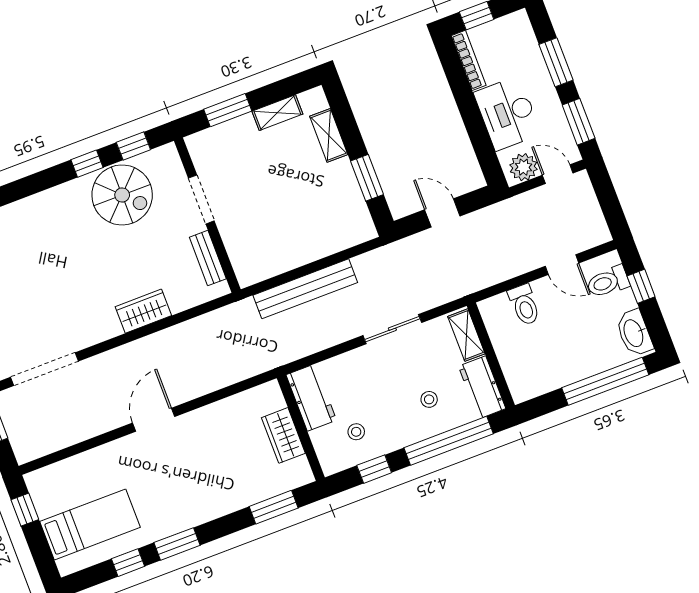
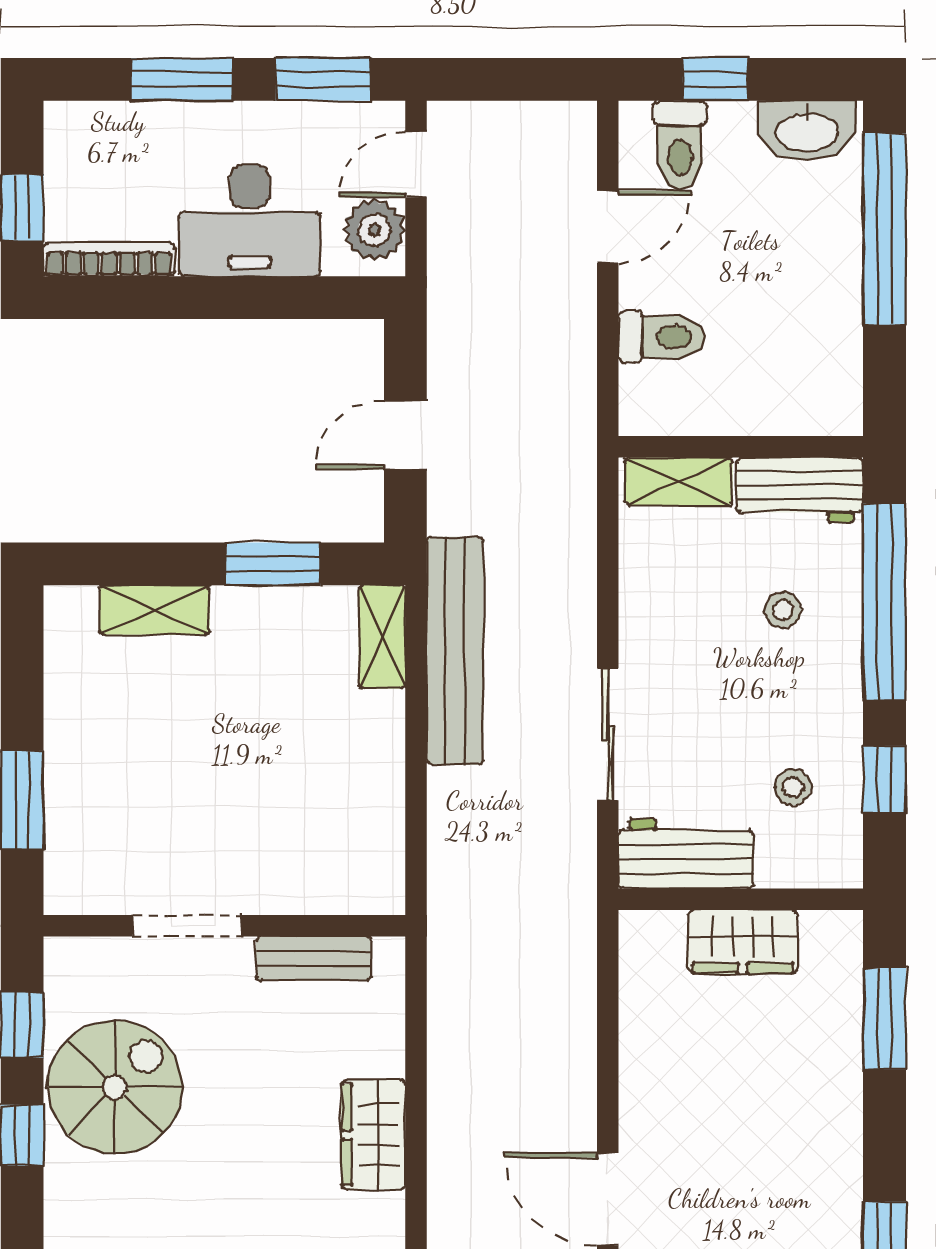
shelving: (277, 113) -> (382, 637), moved
bench: (305, 289) -> (455, 651), moved
sliding door: (392, 329) -> (608, 734), moved

